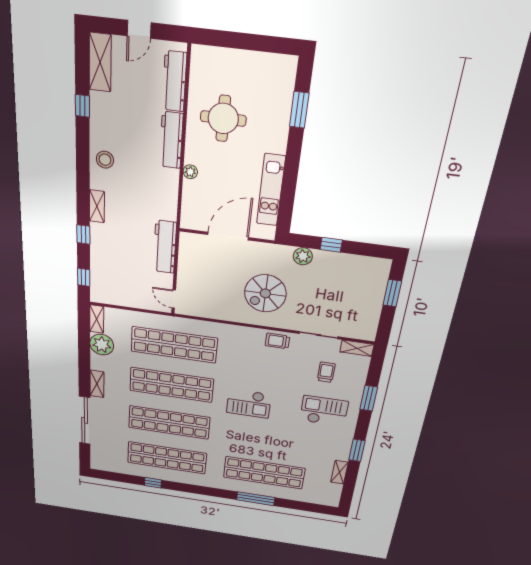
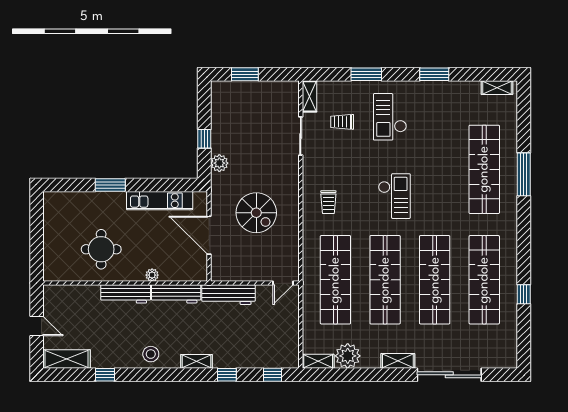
workbench: (174, 81) -> (176, 294), moved
window: (299, 110) -> (110, 185), moved
spiral stairs: (265, 293) -> (256, 213), moved
trolley: (277, 341) -> (328, 202), moved
shelving: (339, 472) -> (497, 88), moved

